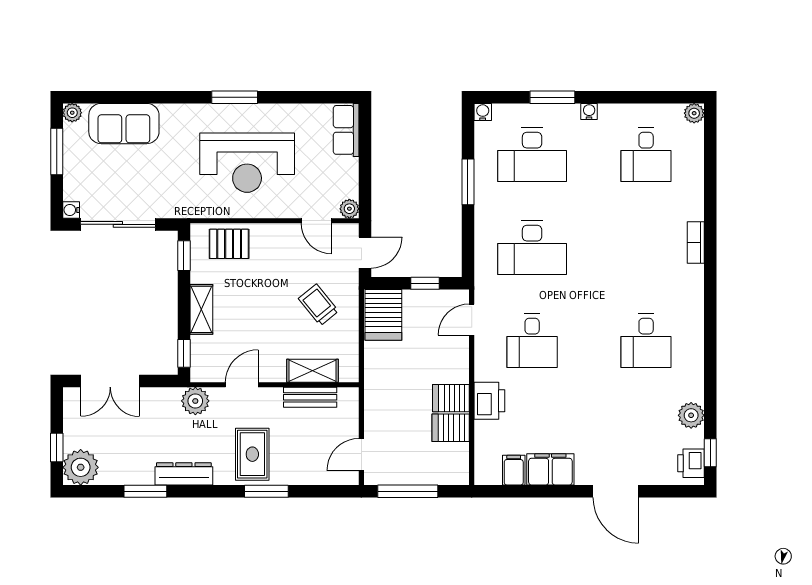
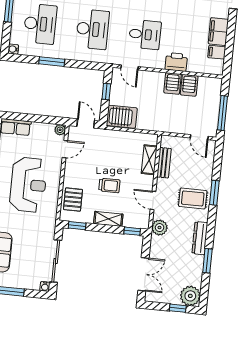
trolley: (318, 305) -> (109, 185), moved, turned -141

